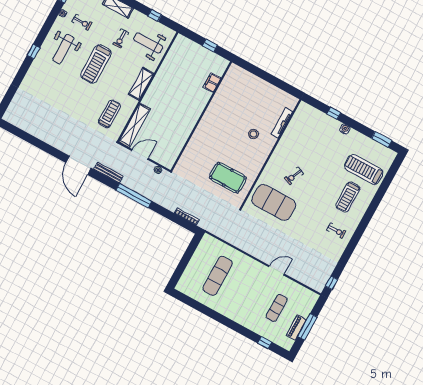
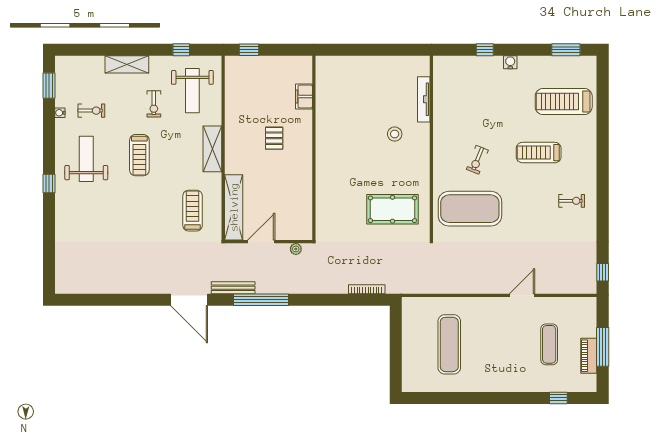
weight bench: (148, 43) -> (192, 91), turned -90
window: (210, 46) -> (249, 50), moved
weight bench: (63, 49) -> (86, 159), turned 180
treadmill: (96, 64) -> (139, 155), width x0.73, depth x0.73
pallet: (181, 97) -> (274, 138), added
window: (134, 196) -> (261, 300), moved
treadmill: (348, 197) -> (539, 153), moved, turned 90

